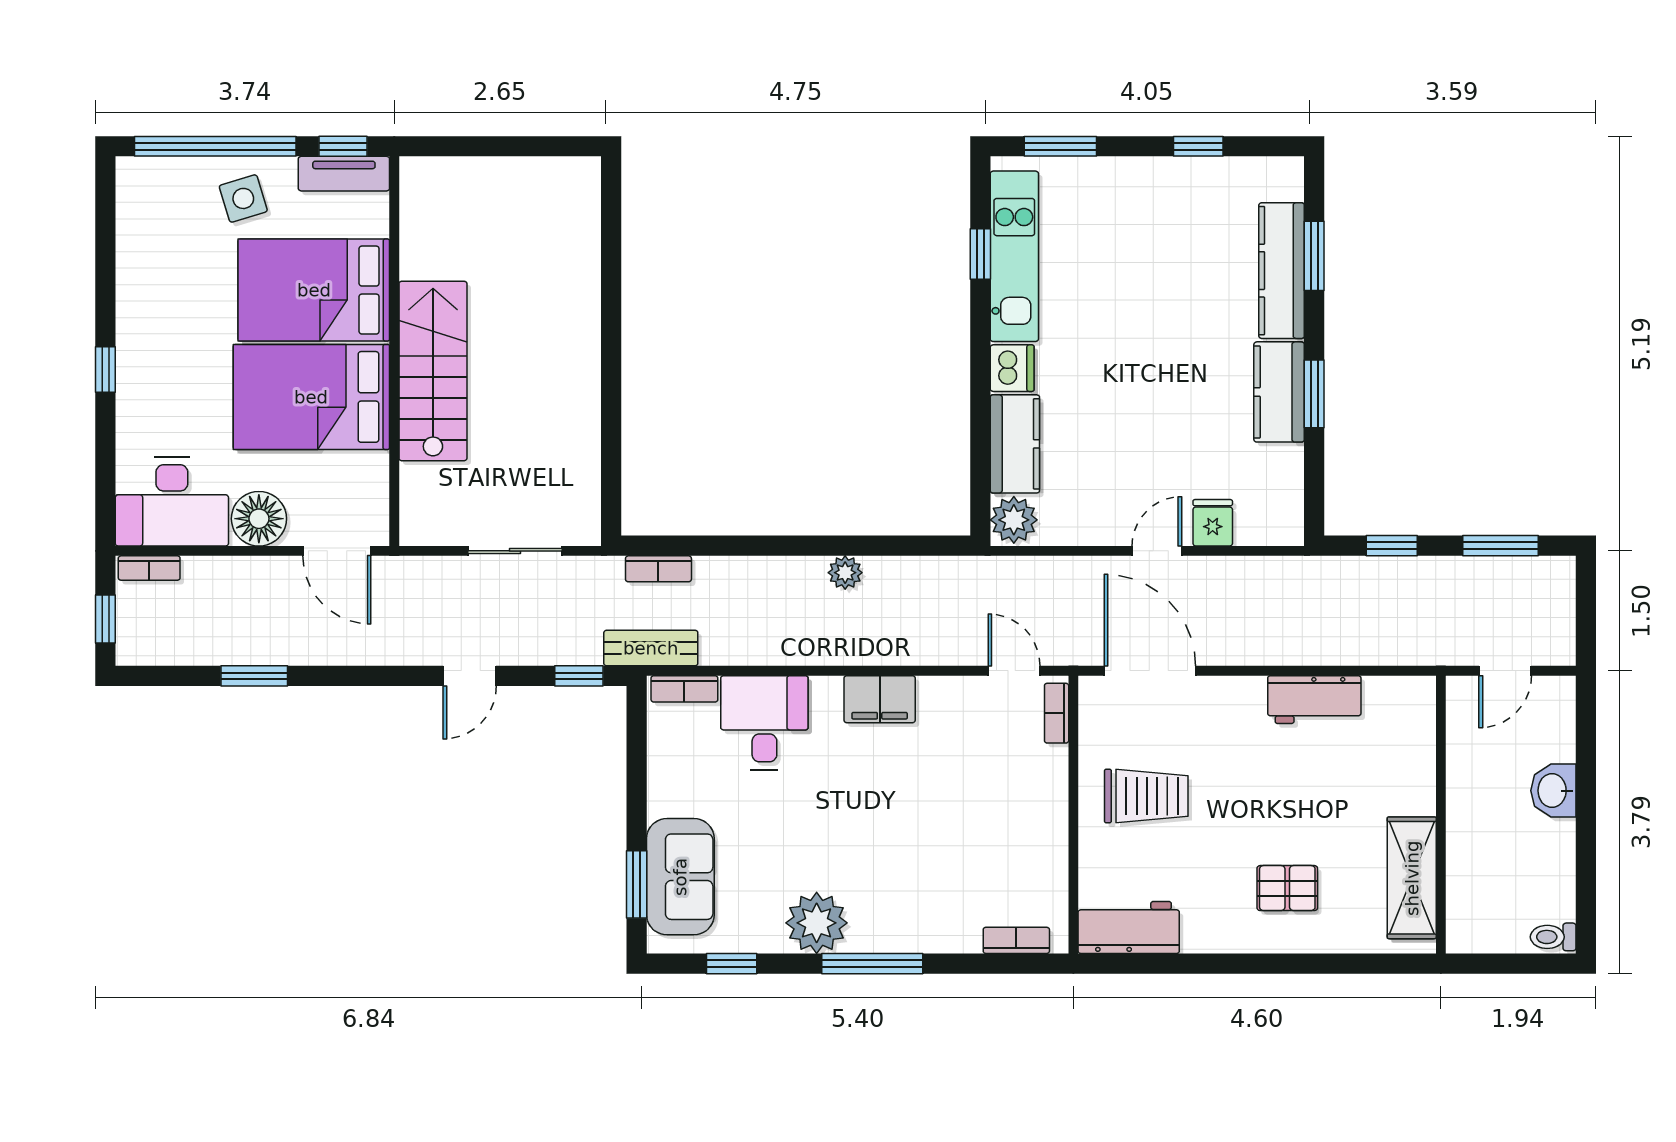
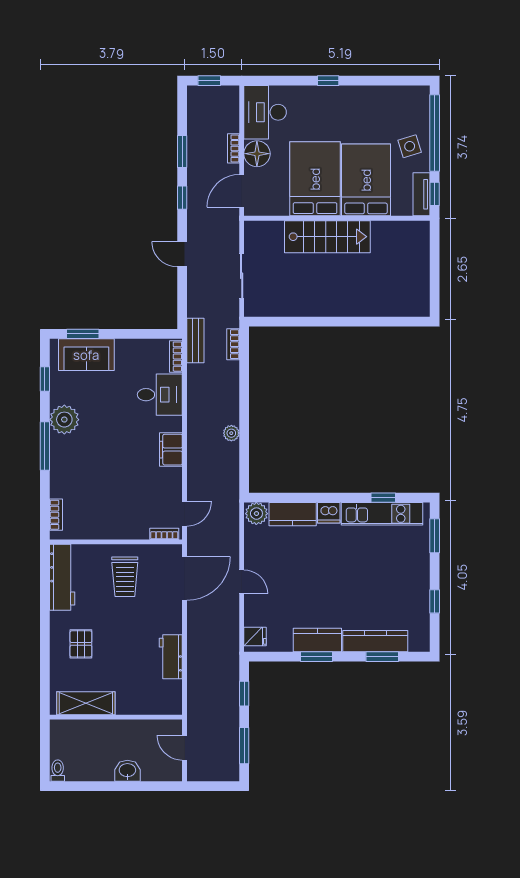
fridge: (1213, 523) -> (255, 637), moved
bookcase: (149, 568) -> (233, 148), moved
window: (579, 676) -> (182, 198), moved
workbench: (1129, 927) -> (62, 577), width x1.38

